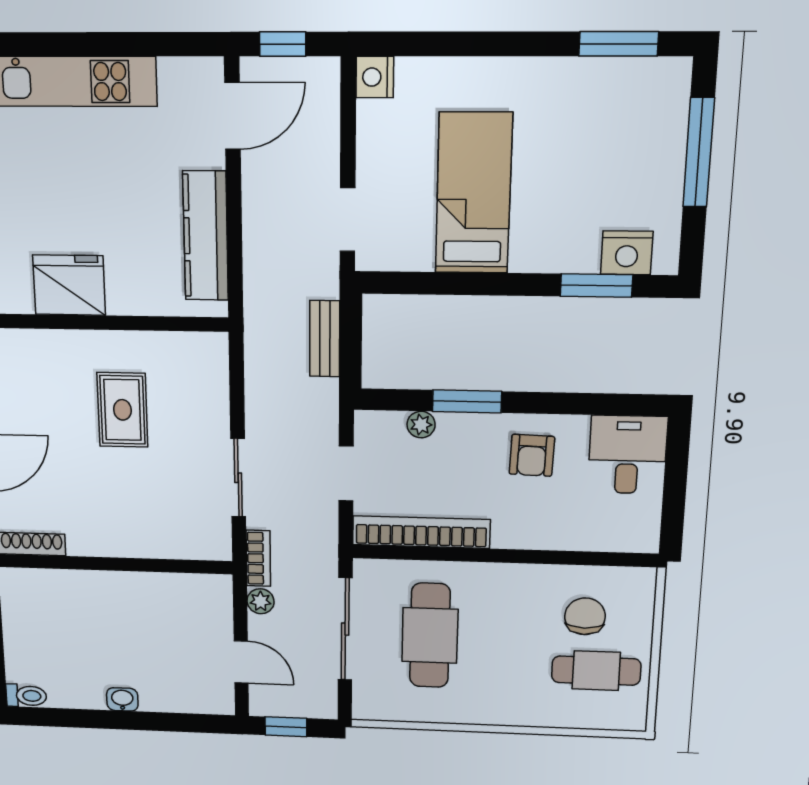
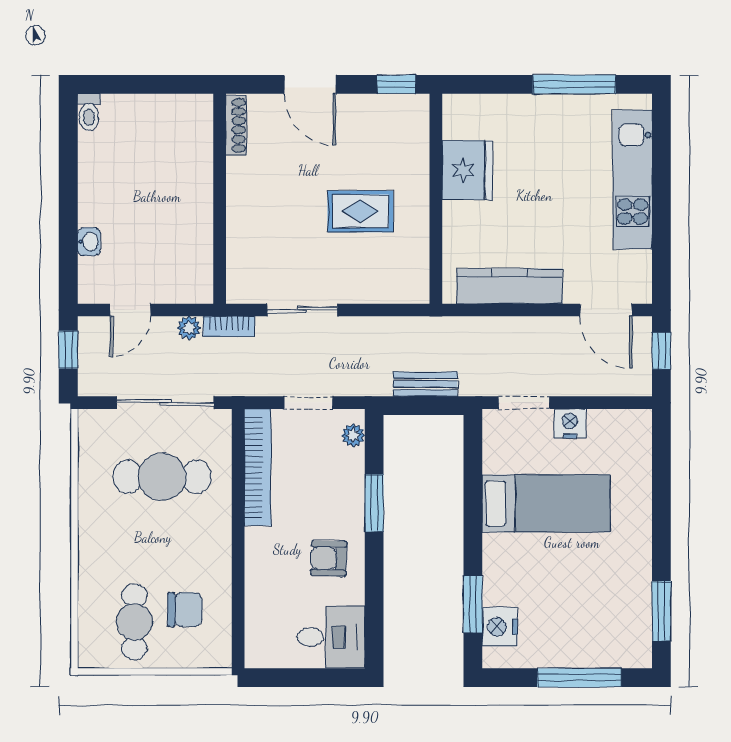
nightstand: (375, 77) -> (570, 423), moved
plant: (421, 425) -> (353, 435), moved
washbasin: (122, 699) -> (89, 242), moved

